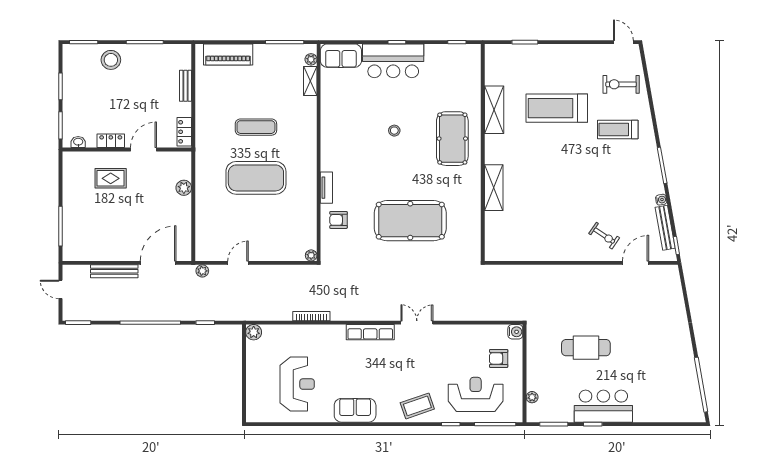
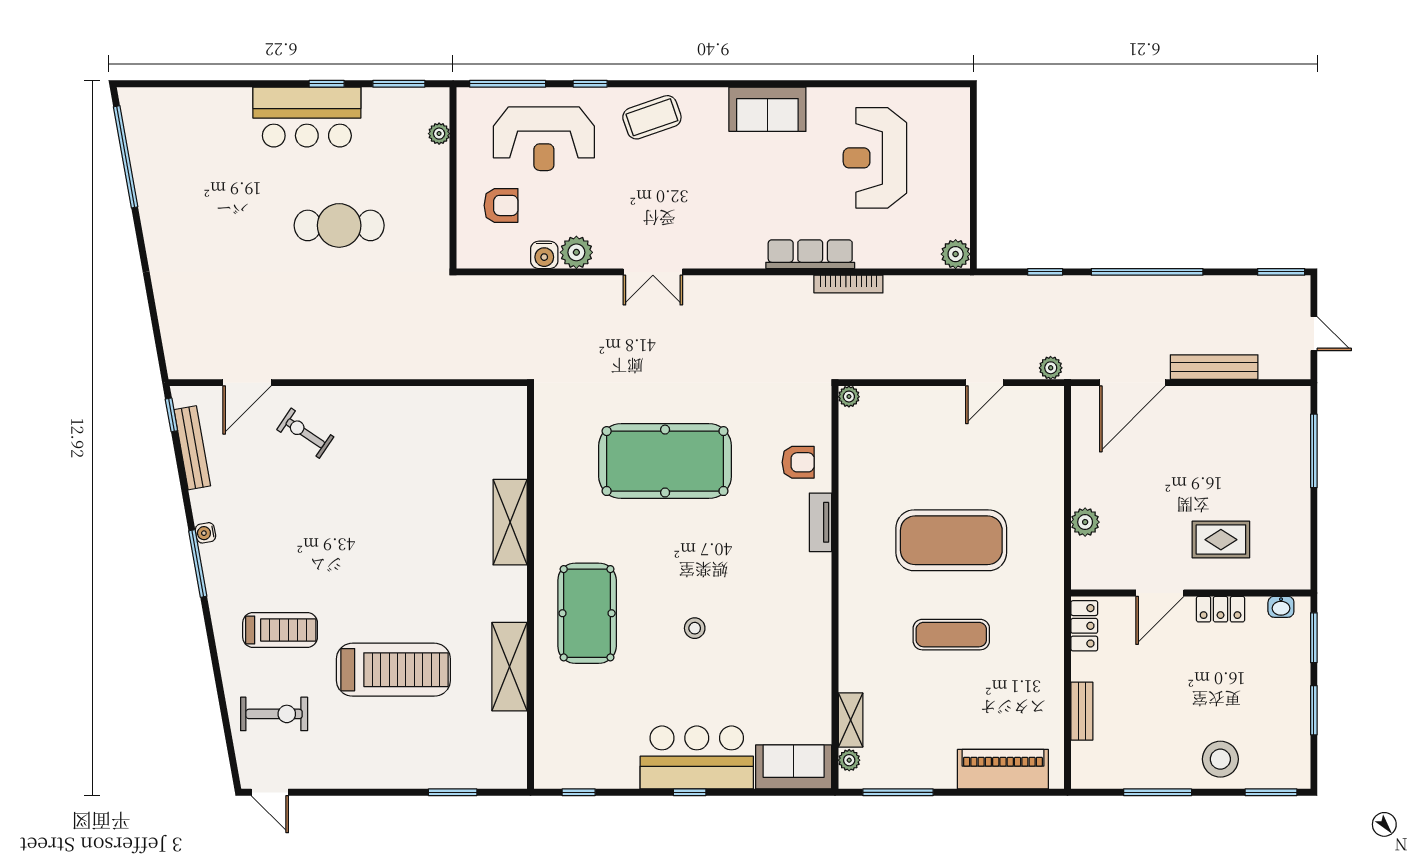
water cooler: (661, 200) -> (205, 533), moved
row of seats: (370, 332) -> (810, 254), moved
water cooler: (515, 332) -> (544, 255), moved, turned -90
plant: (458, 333) -> (576, 252), added

